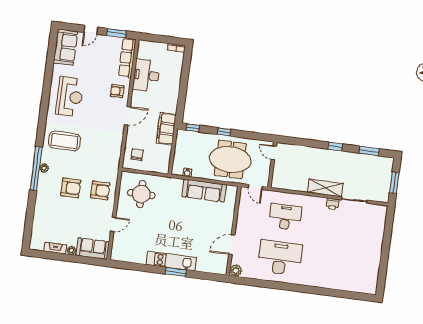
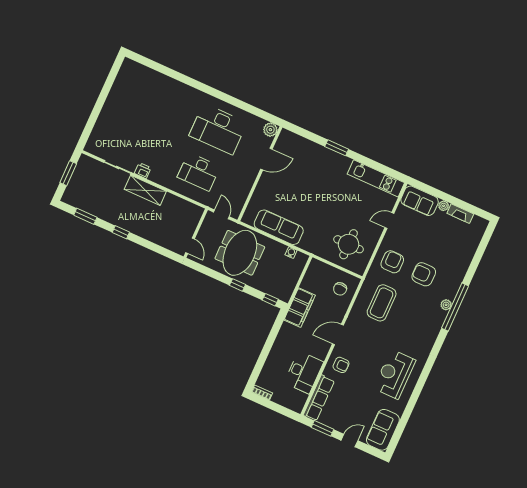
coffee table: (64, 141) -> (382, 303), moved, turned 90
meeting table: (230, 159) -> (240, 253), turned 90
armchair: (100, 190) -> (392, 262), turned 90
kitchen unit: (171, 261) -> (376, 178), moved

